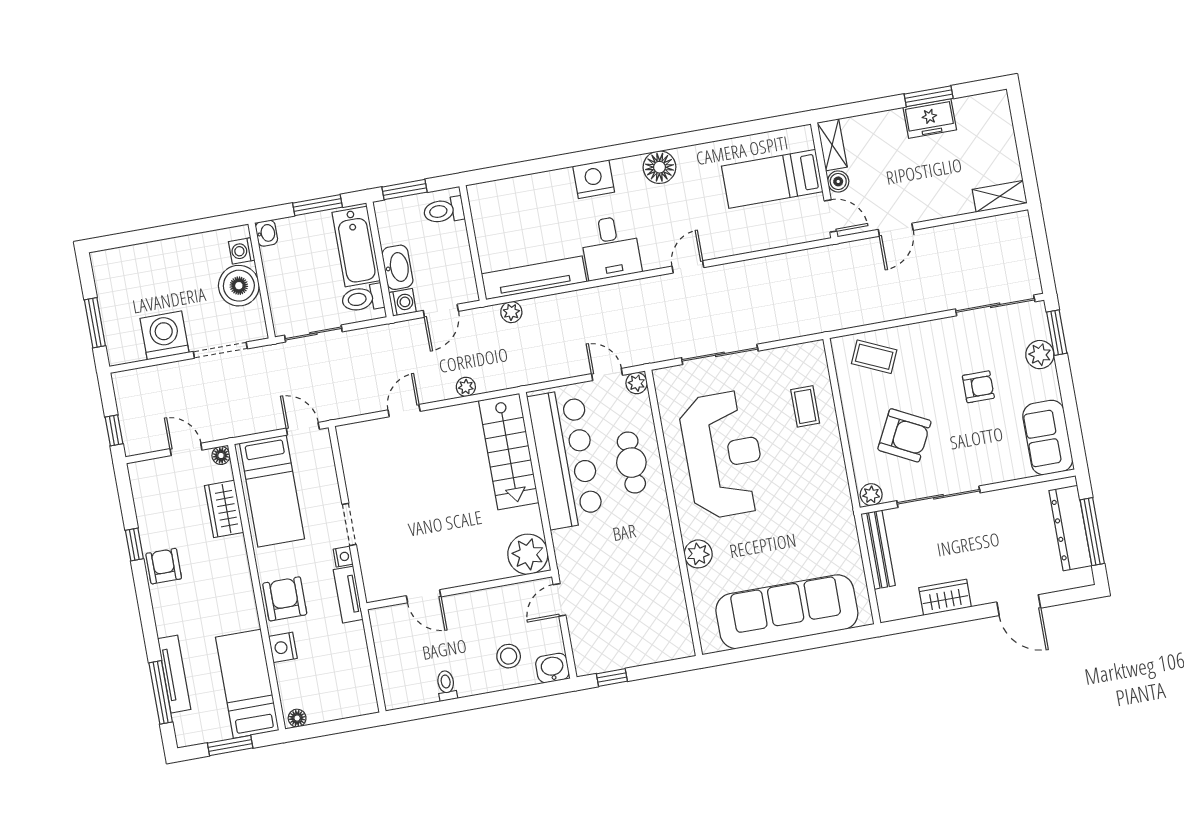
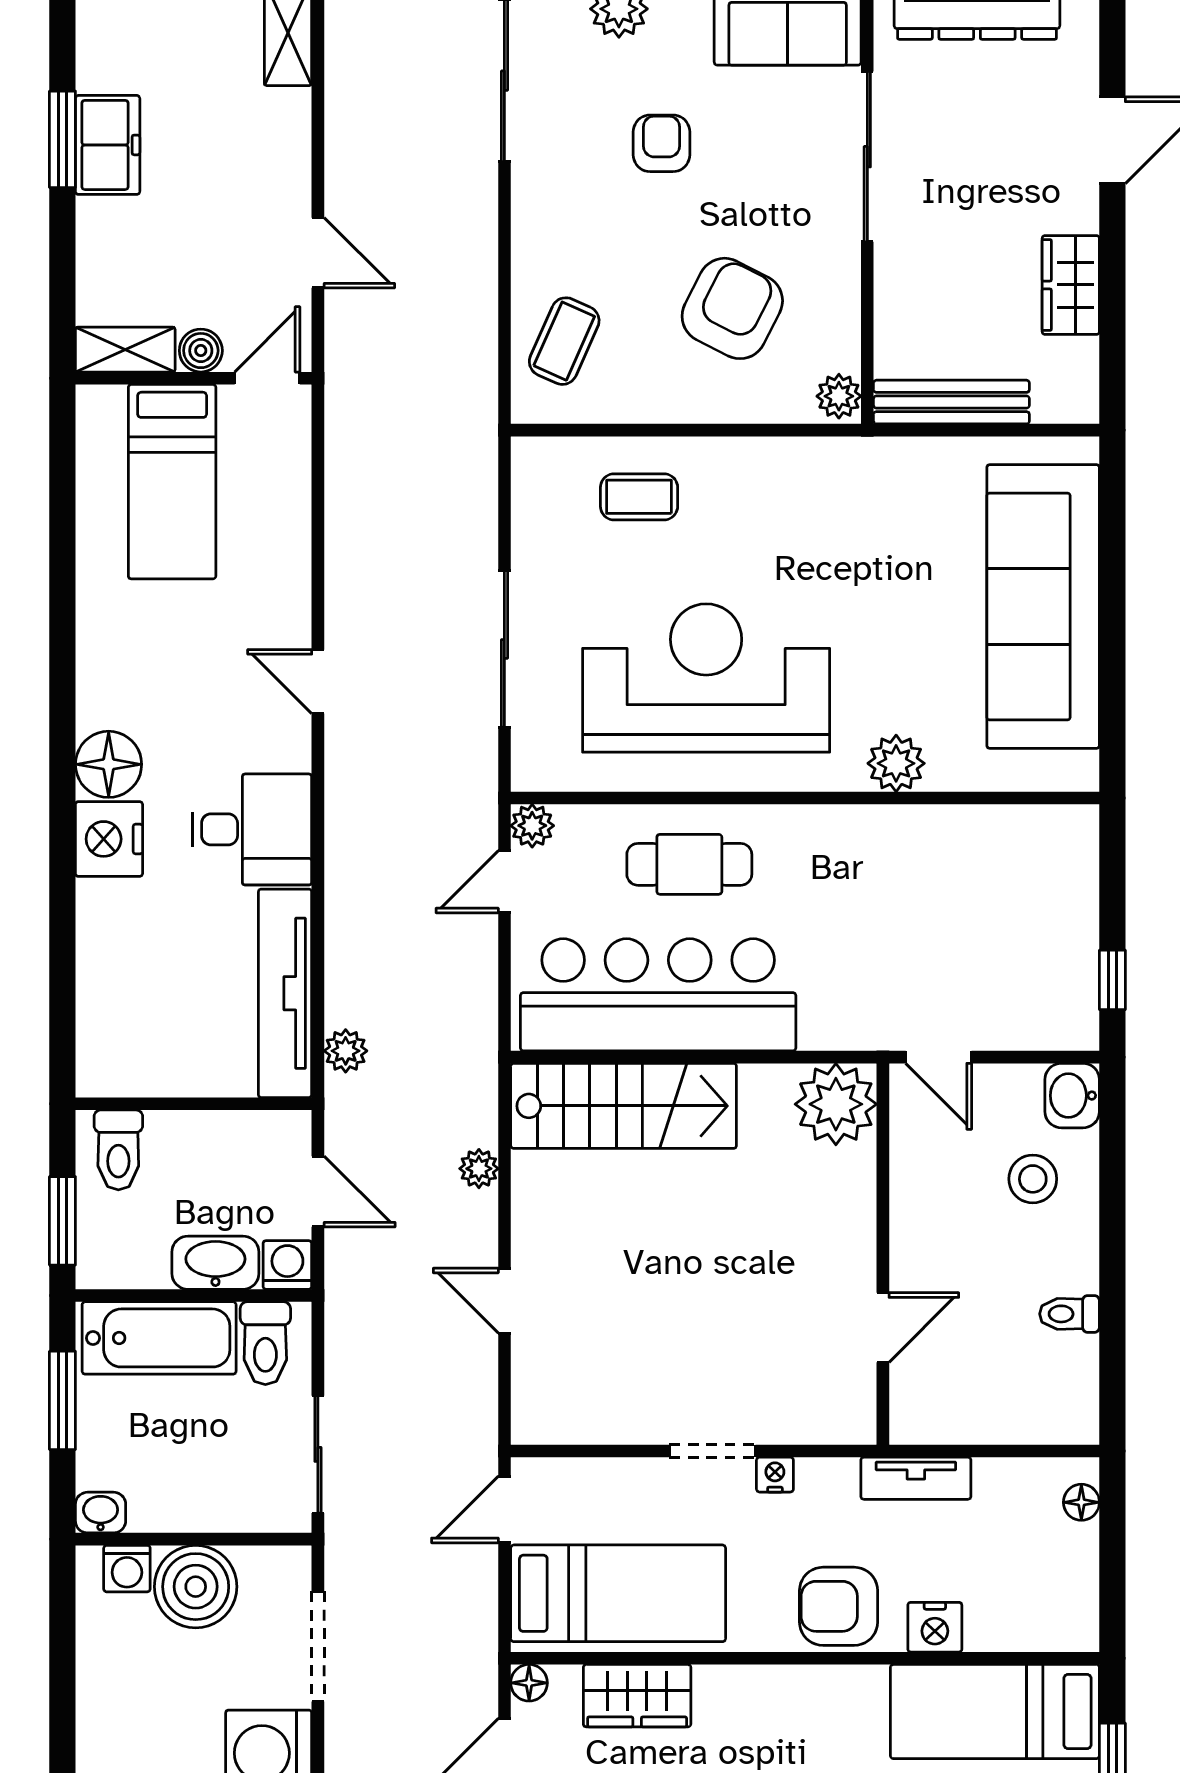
floor lamp: (659, 167) -> (109, 764), moved
sliding door: (938, 497) -> (867, 157), moved
tv unit: (348, 595) -> (916, 1478), moved
floor lamp: (297, 718) -> (1081, 1502), moved

